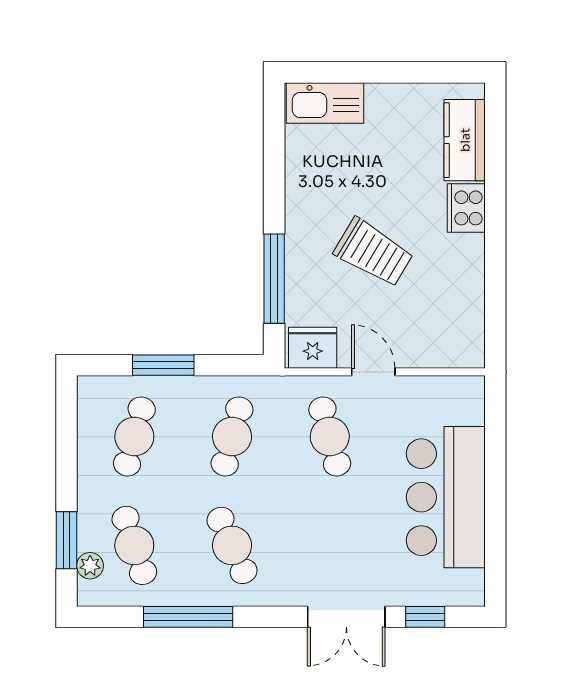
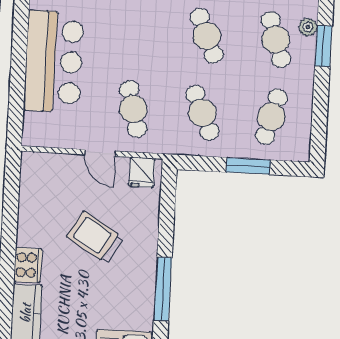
window: (274, 279) -> (163, 289), moved
fridge: (313, 348) -> (142, 172), width x0.72
cafe table: (232, 436) -> (202, 113), turned -39

